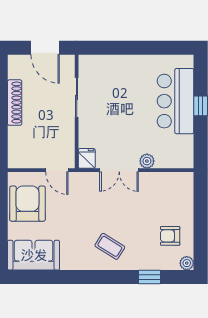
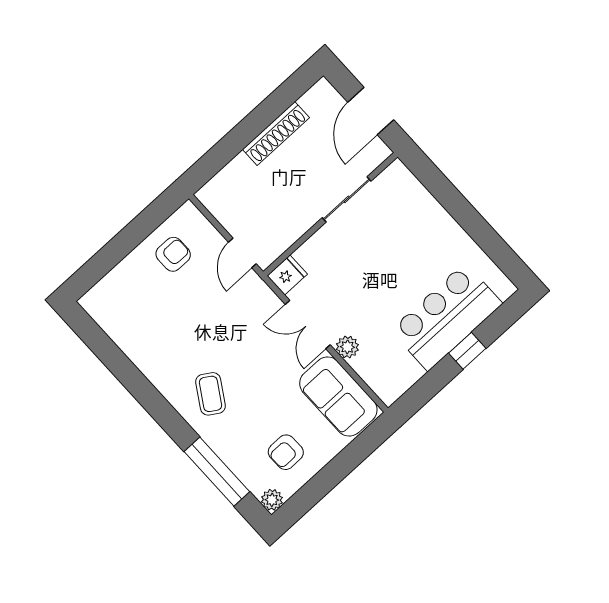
armchair: (27, 204) -> (173, 254), width x0.53, depth x0.53
armchair: (170, 236) -> (286, 452), turned -91
sofa: (34, 255) -> (338, 397), moved, turned 180
window: (149, 277) -> (217, 472), width x2.17

